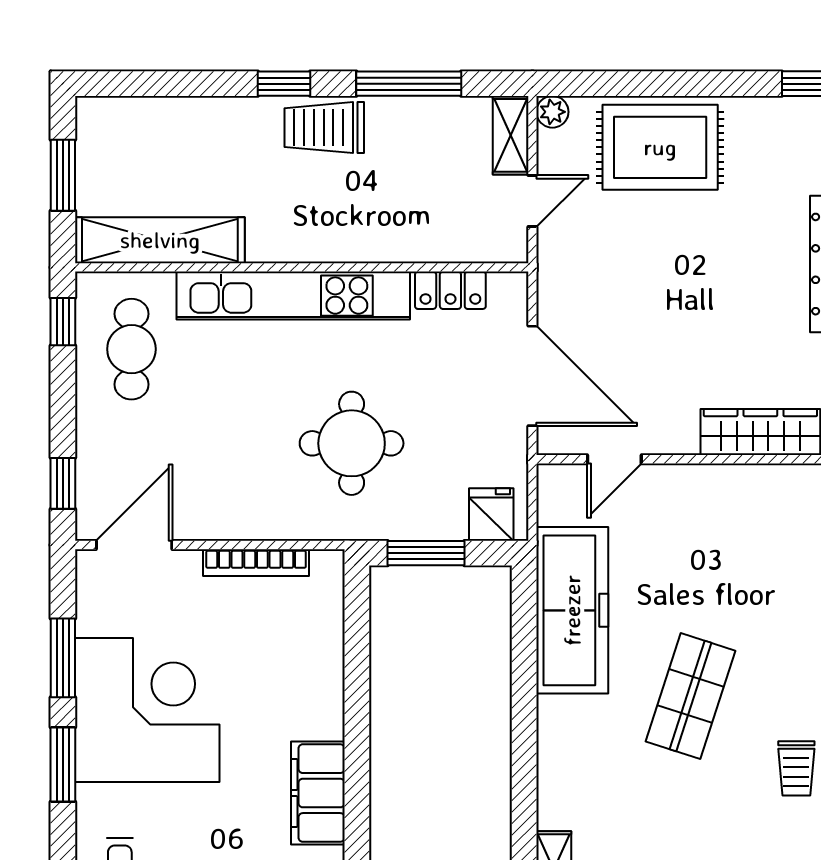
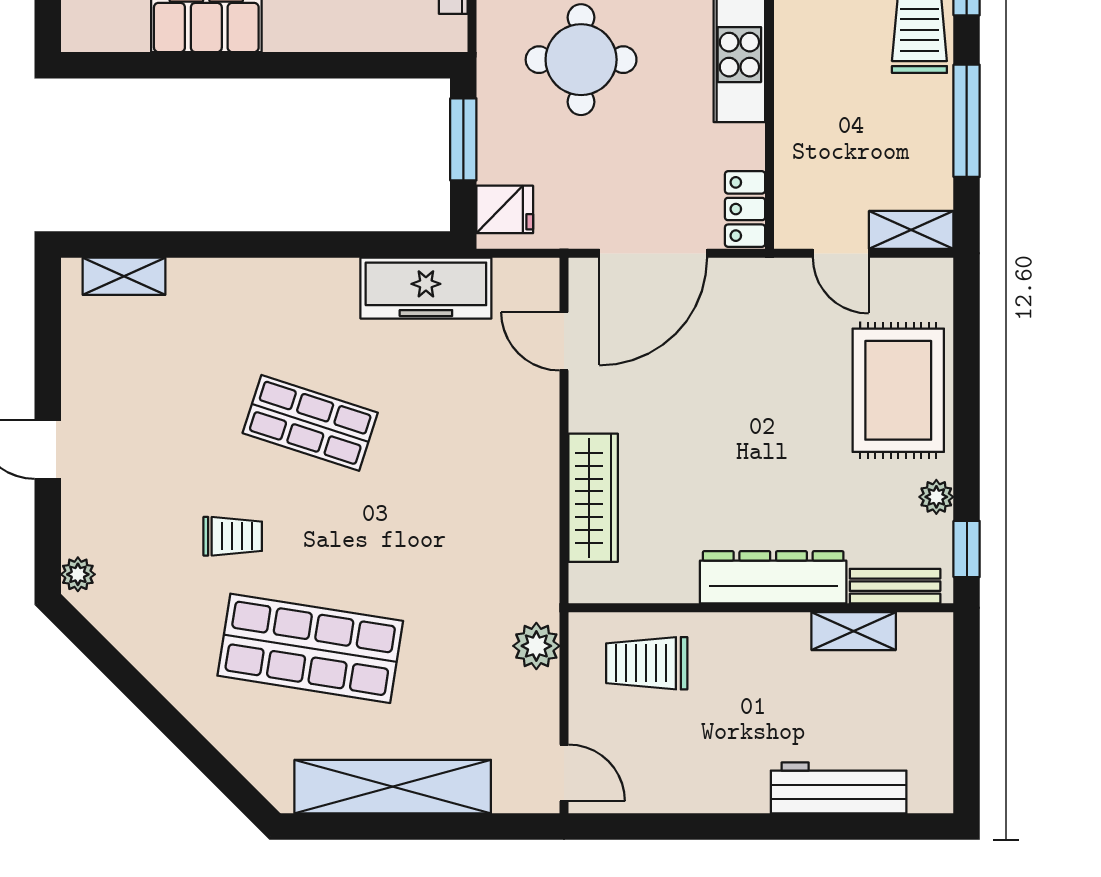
plant: (552, 112) -> (936, 497), moved
locker: (450, 290) -> (745, 209), moved
freezer: (572, 610) -> (426, 288), width x0.73, depth x0.79
trolley: (796, 768) -> (233, 536), turned 180

